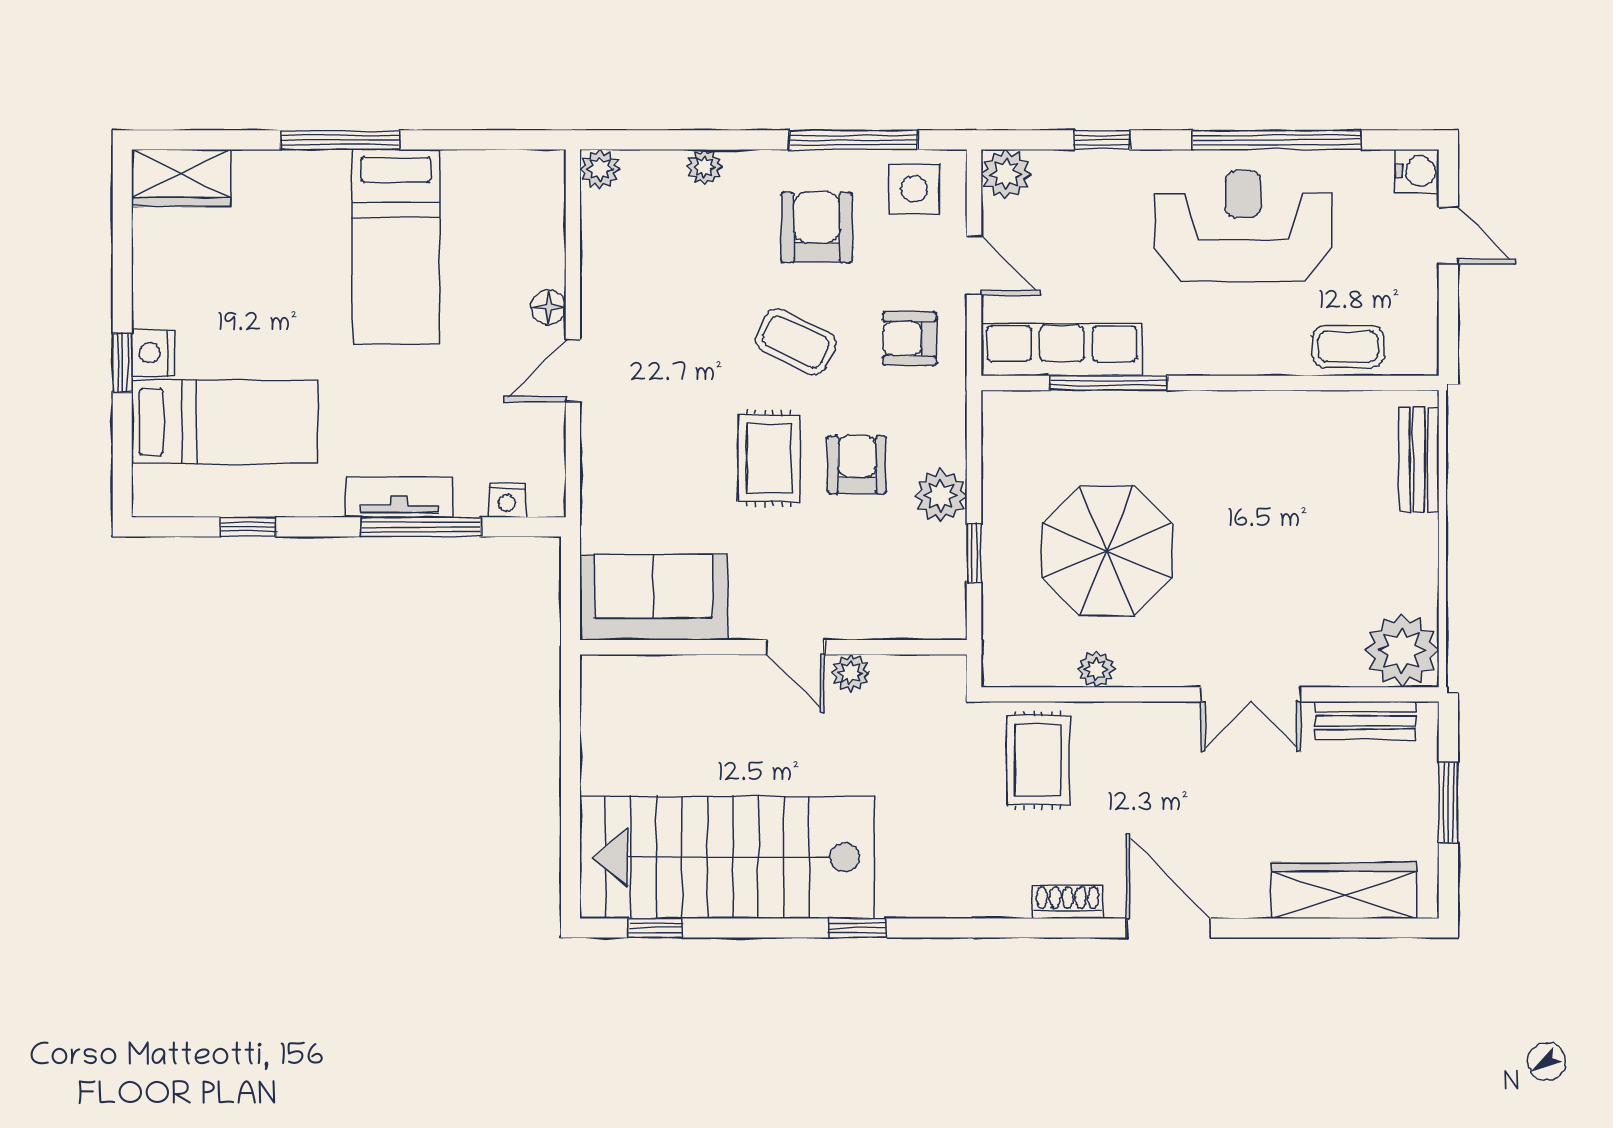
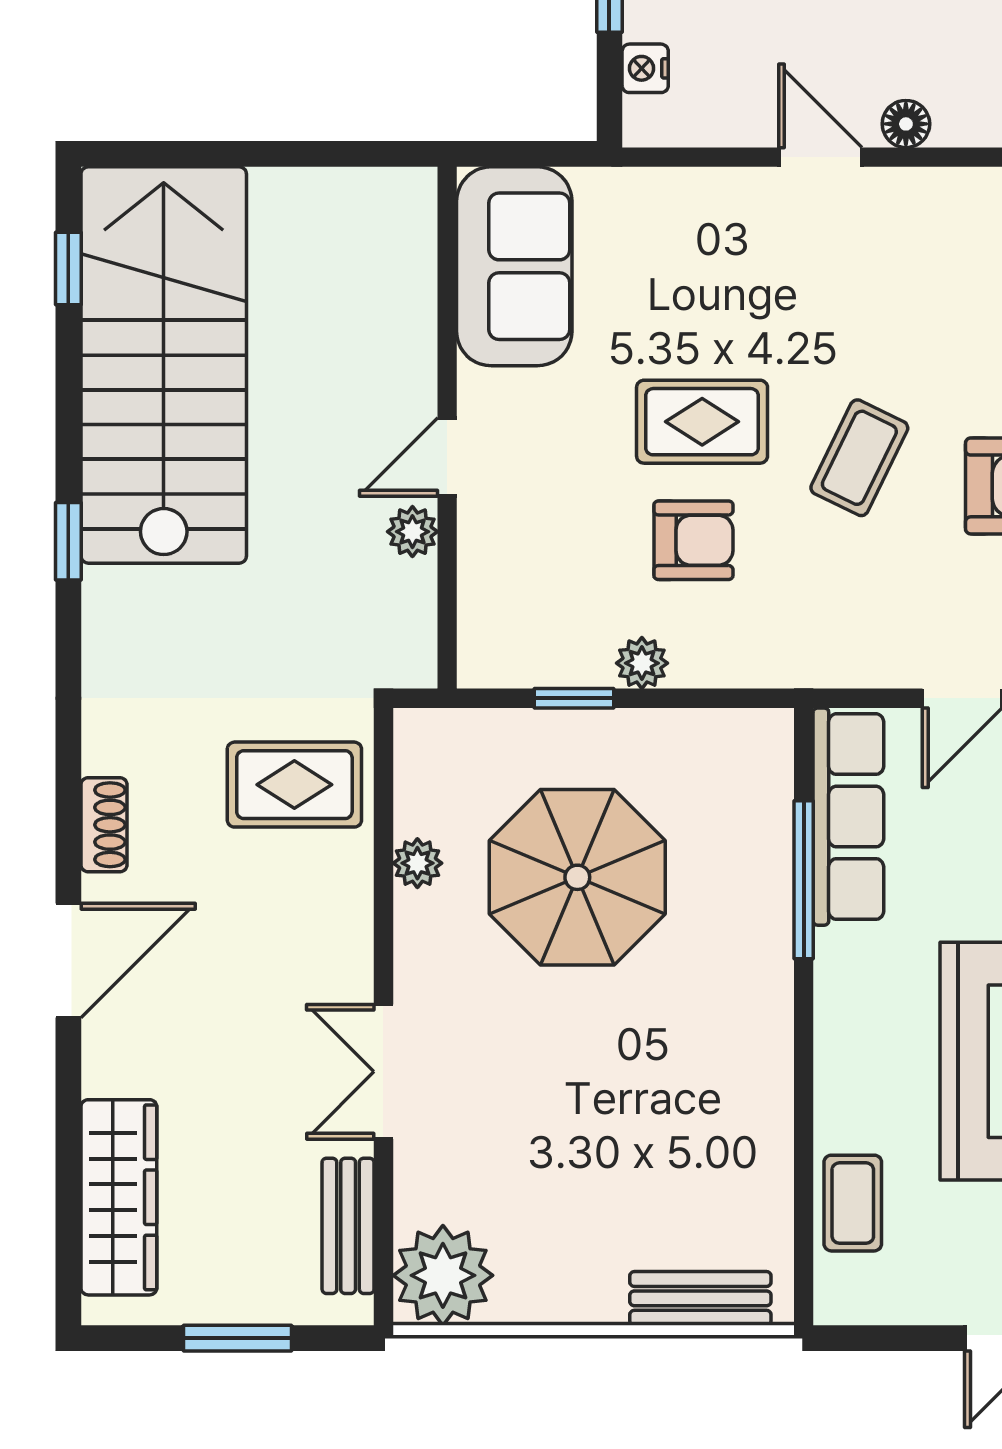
armchair: (910, 339) -> (863, 611), removed
plant: (941, 496) -> (642, 663), width x0.73, depth x0.73

